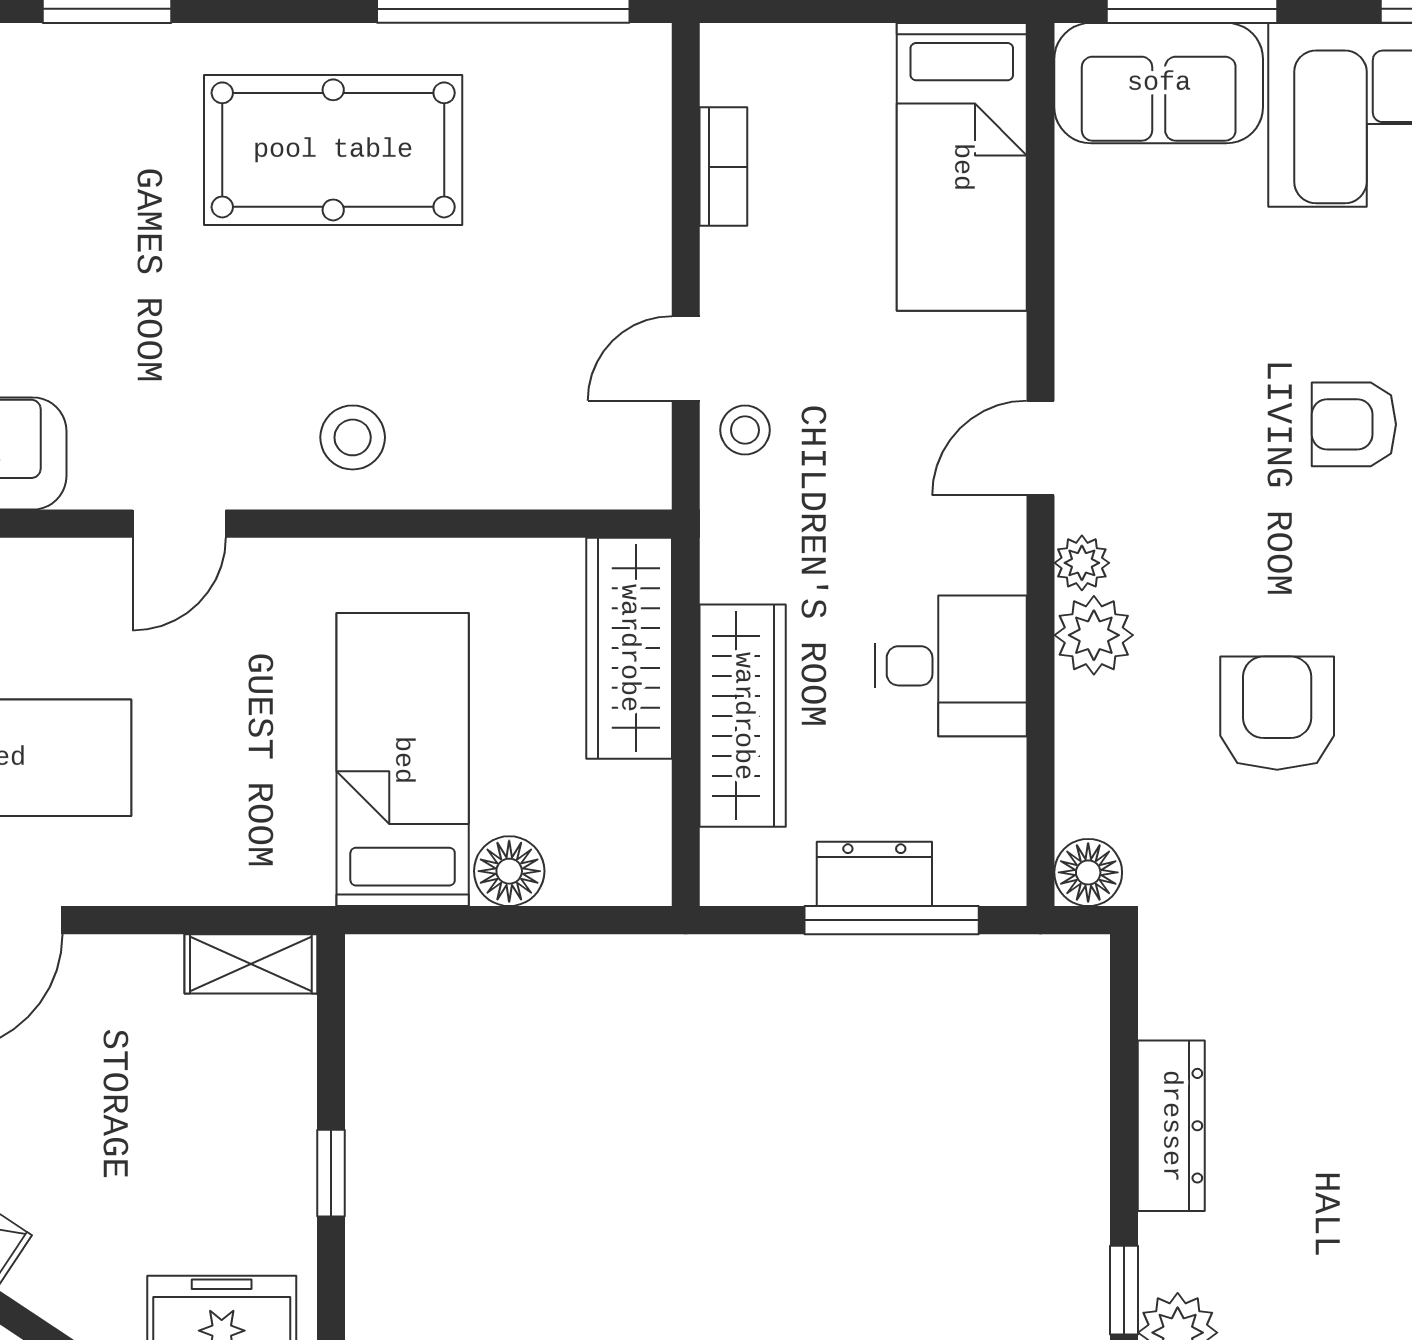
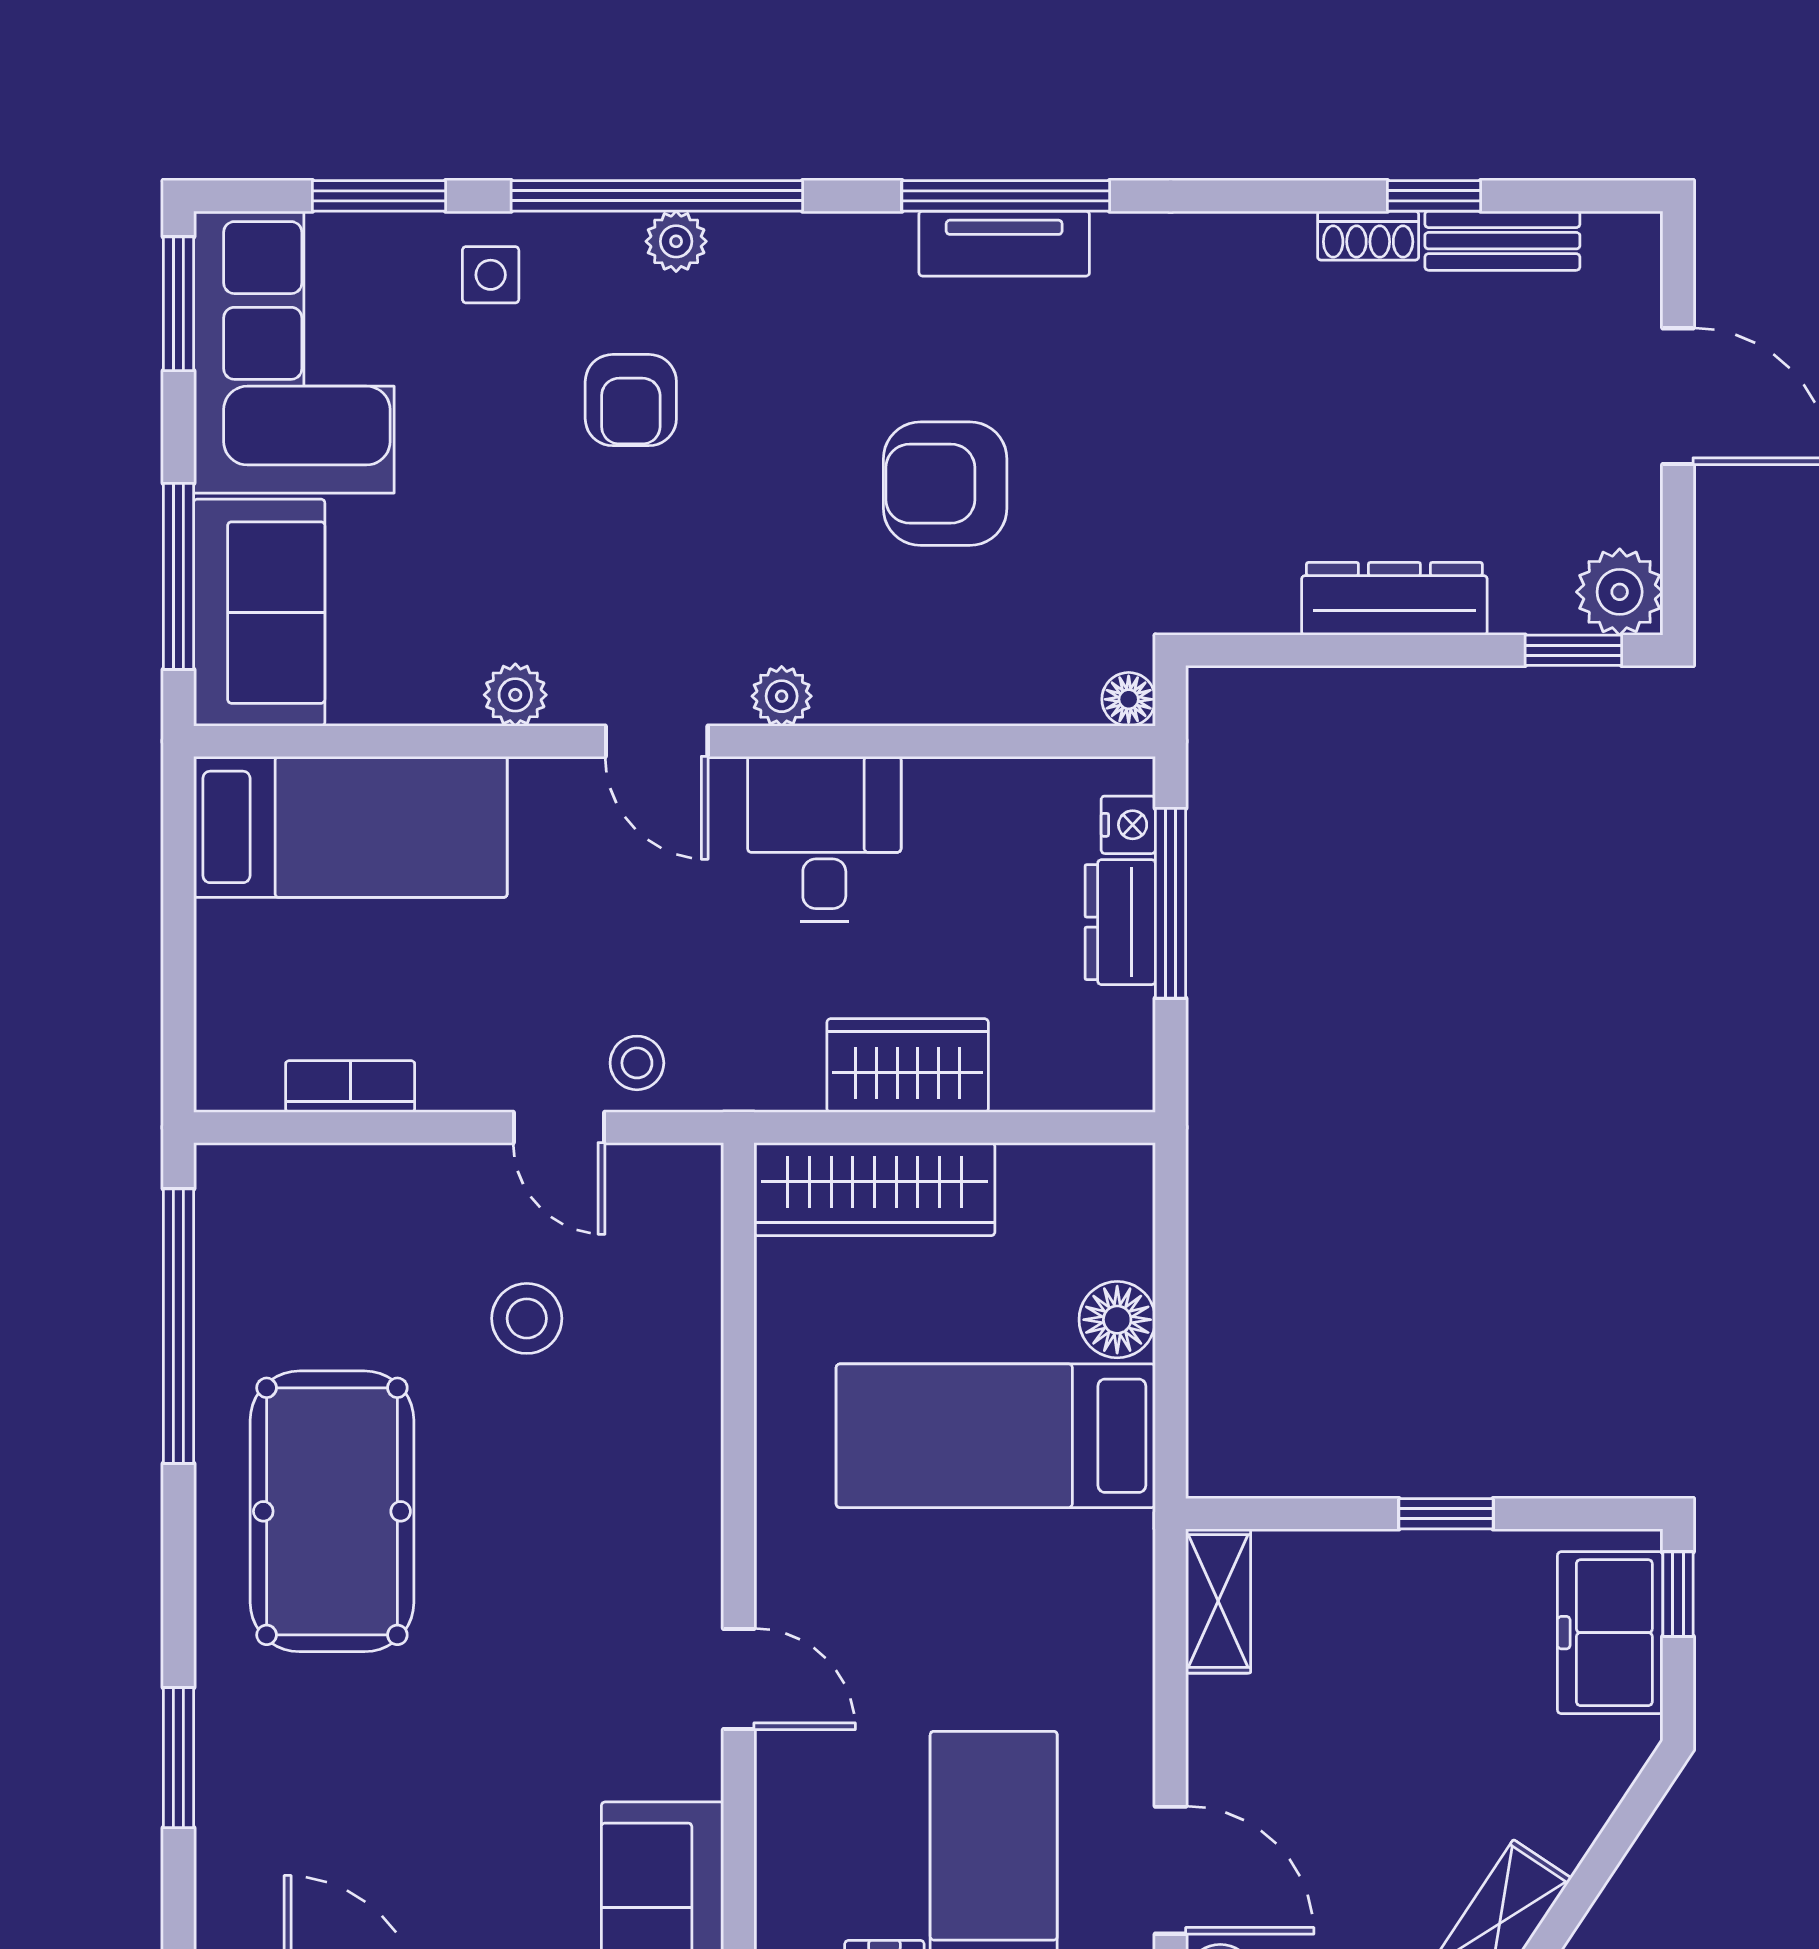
stool: (353, 437) -> (527, 1318), moved
plant: (1094, 635) -> (515, 695), moved, width x0.73, depth x0.73
desk: (951, 666) -> (824, 839), moved
wardrobe: (743, 716) -> (908, 1065), width x0.67
floor lamp: (1088, 872) -> (1129, 699), width x0.73, depth x0.73
nightstand: (964, 881) -> (1128, 825), added

